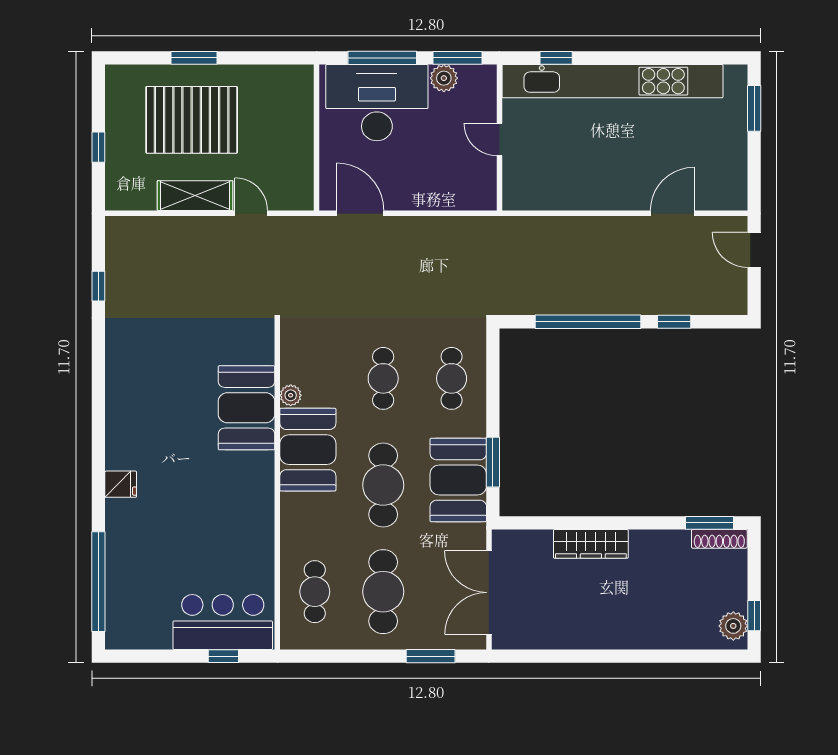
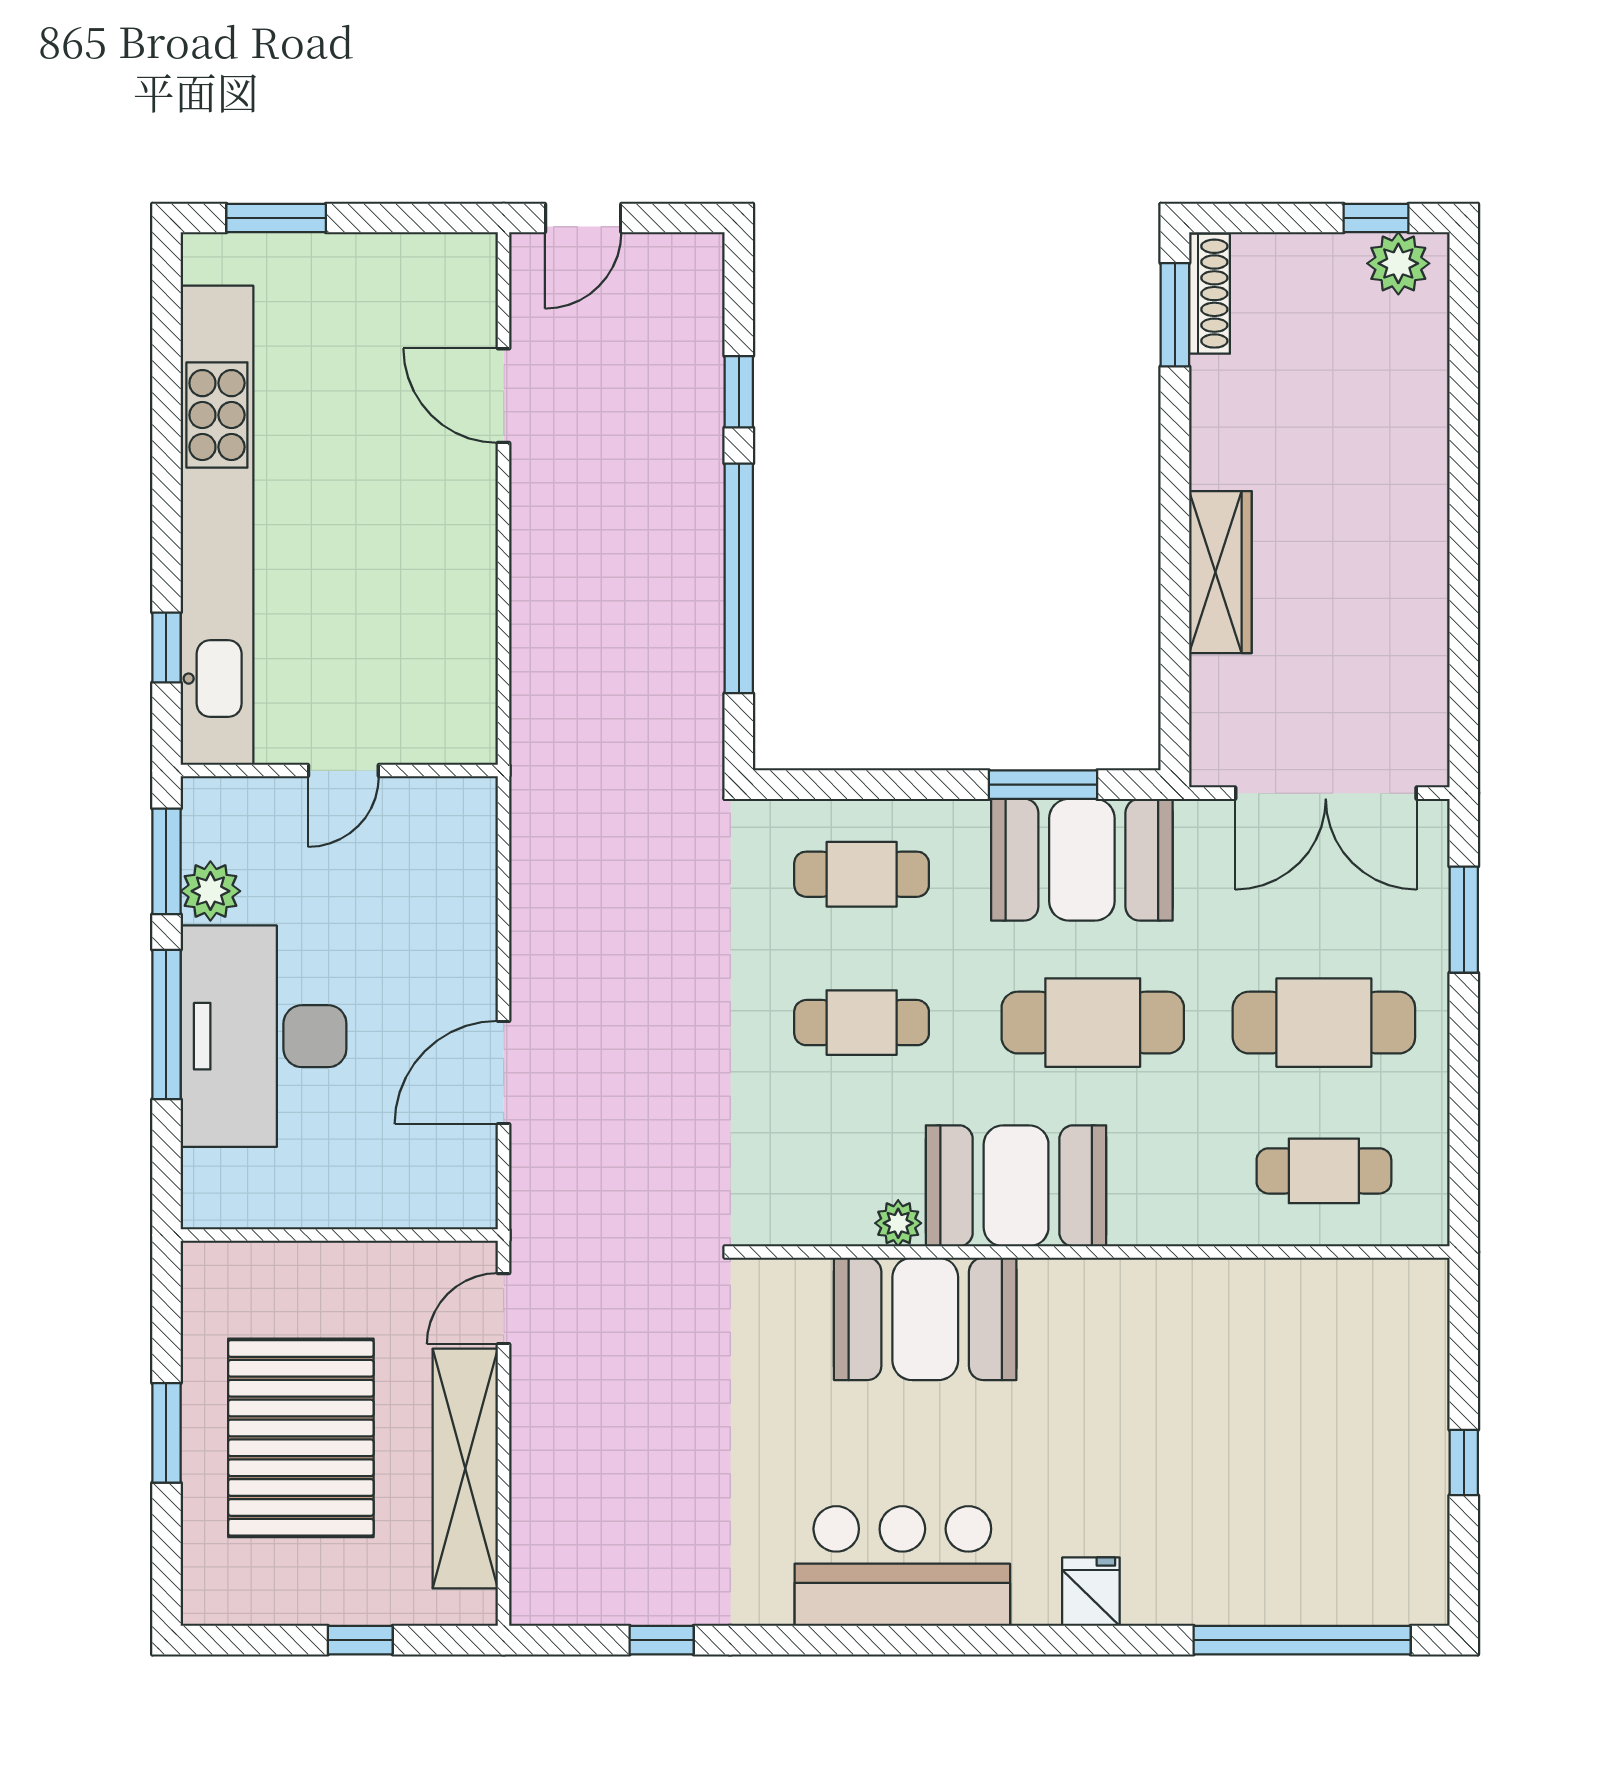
wall: (317, 138) -> (339, 1235), moved
shelving: (195, 196) -> (465, 1469), width x1.47
bar counter: (223, 622) -> (902, 1566), moved, turned 90
window: (223, 656) -> (1464, 1462), moved

